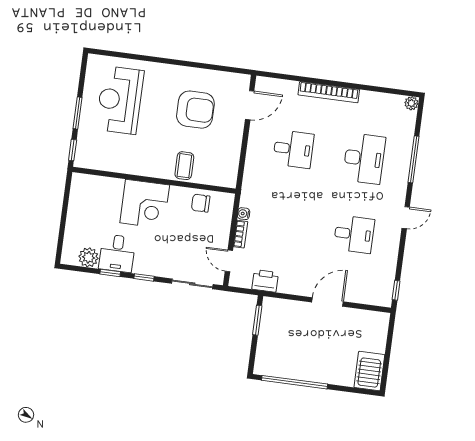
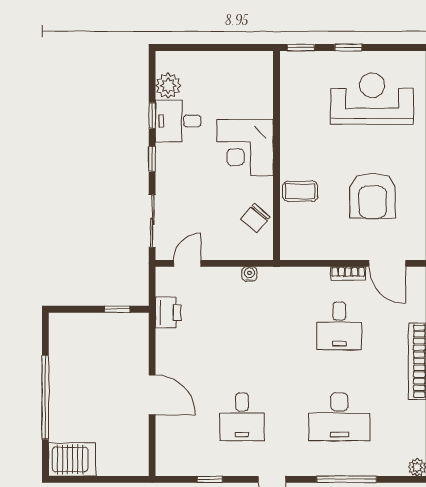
window: (78, 113) -> (348, 48), width x0.67
chair: (201, 203) -> (256, 218), turned -139
bookcase: (240, 234) -> (348, 274), moved
window: (396, 290) -> (210, 479), moved
window: (257, 320) -> (117, 309), width x0.67
window: (295, 382) -> (45, 397), moved

